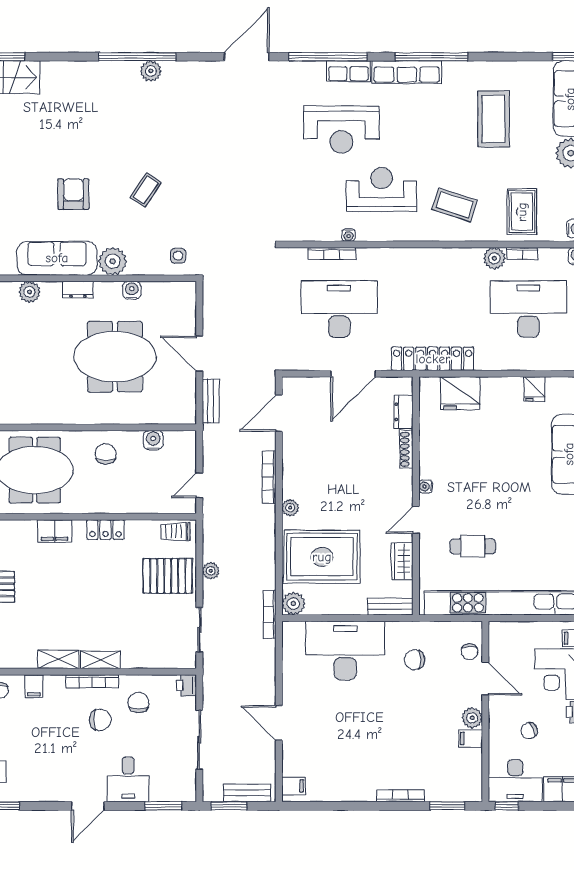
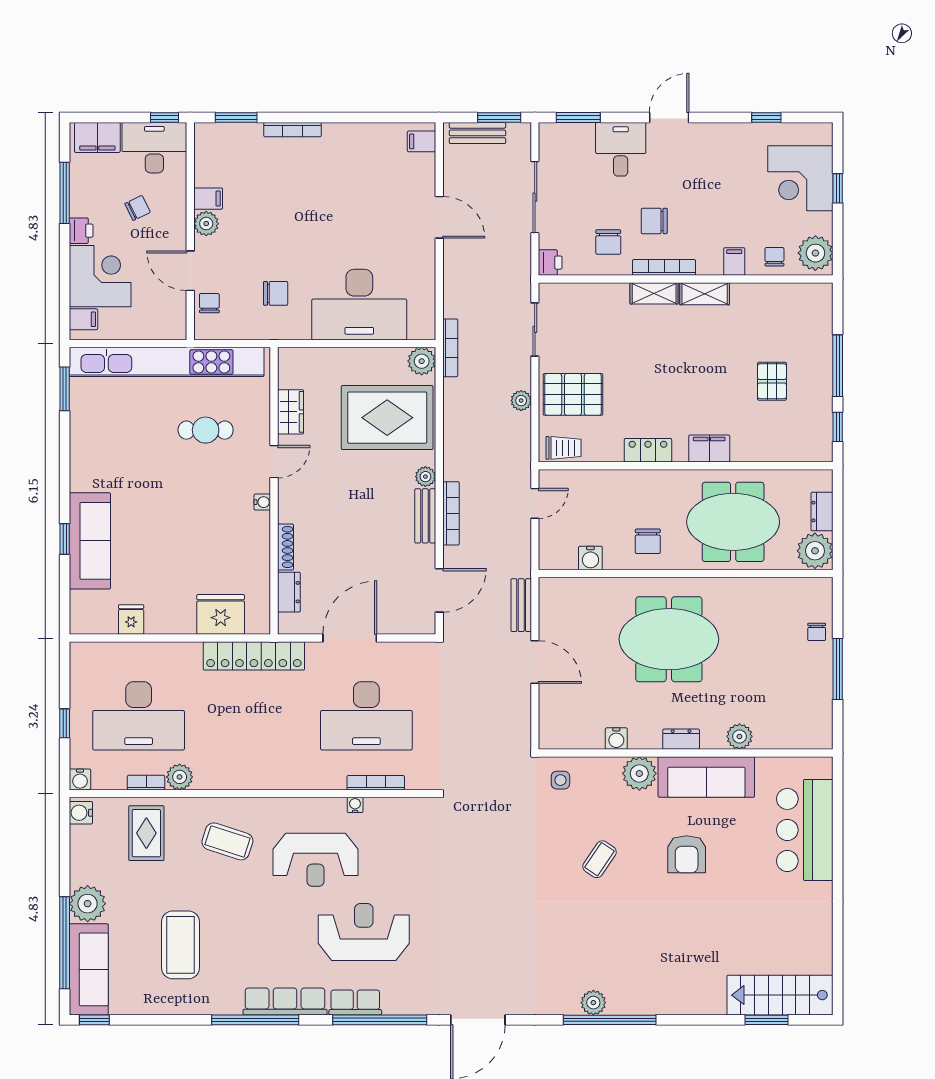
meeting table: (115, 357) -> (669, 639), moved
bench: (390, 606) -> (425, 516), moved, turned 90

